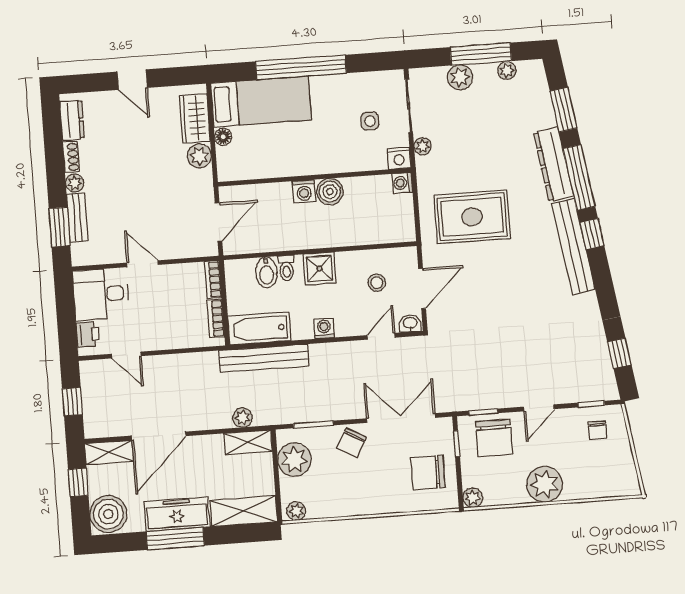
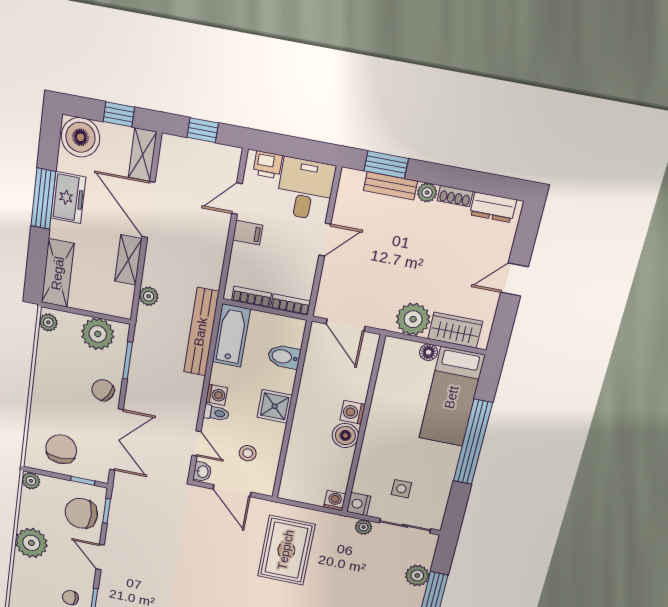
plant: (199, 156) -> (413, 319), width x1.36, depth x1.36
toilet: (286, 268) -> (216, 413), moved, turned 180
filing cabinet: (155, 337) -> (248, 233), added
shelving: (248, 442) -> (128, 260), moved
freezer: (177, 514) -> (68, 198), width x0.71

